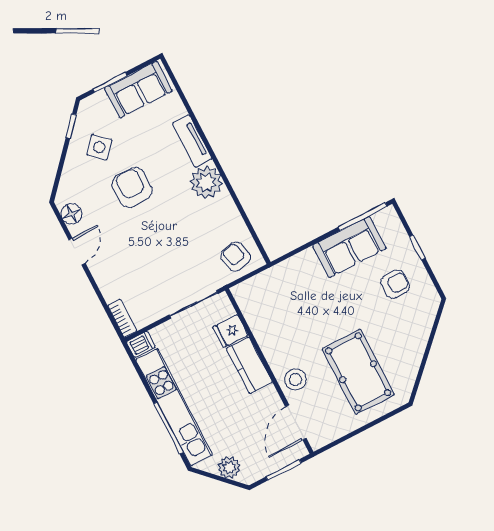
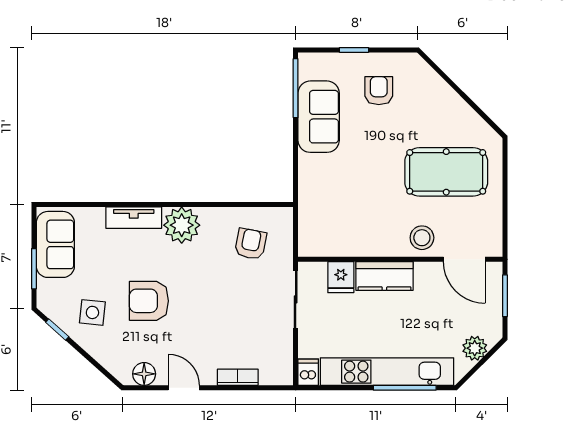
side table: (99, 147) -> (92, 312), turned -36
armchair: (236, 257) -> (251, 244), moved, turned 115
bookcase: (122, 318) -> (238, 377), moved

